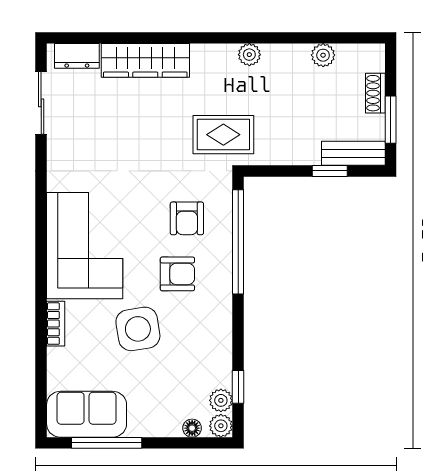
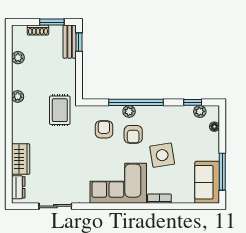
wardrobe: (145, 60) -> (21, 159), width x0.67
sliding door: (41, 103) -> (55, 206), moved
window: (330, 171) -> (79, 42), moved
armchair: (187, 218) -> (104, 129), turned -90
window: (238, 242) -> (136, 102), moved
armchair: (177, 274) -> (133, 134), turned 180
plant: (221, 426) -> (129, 111), moved

